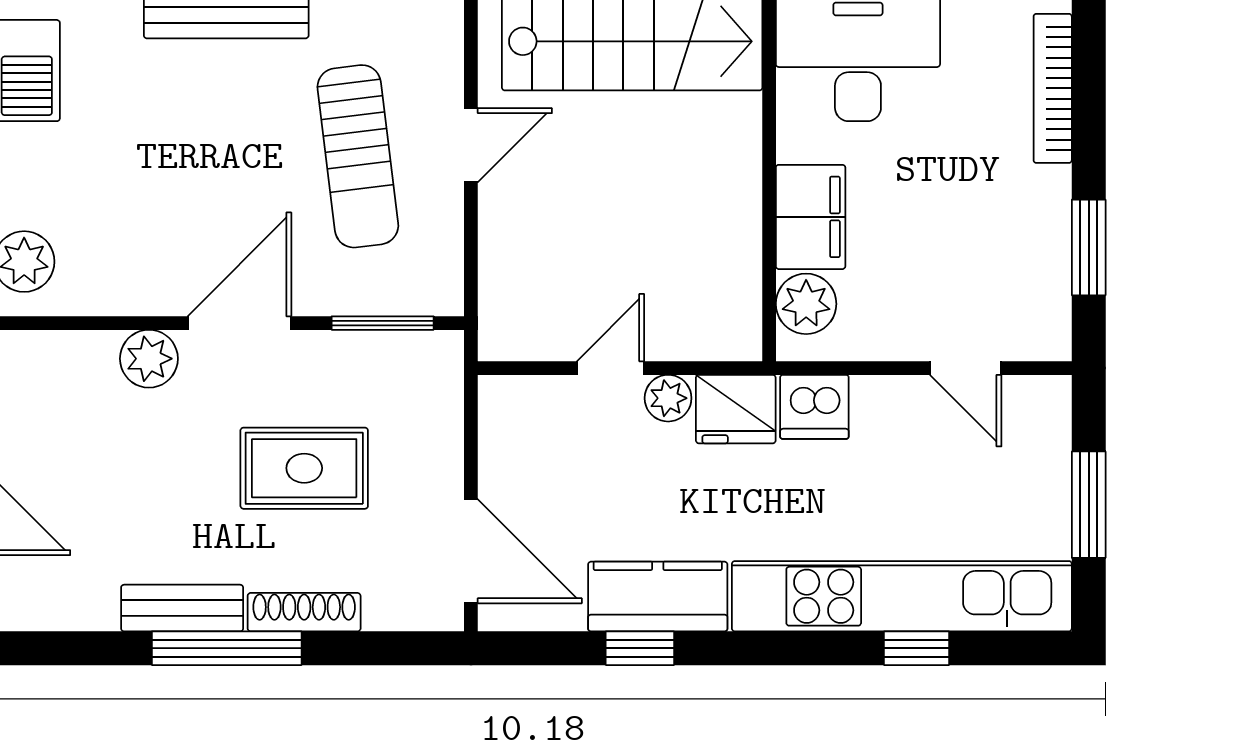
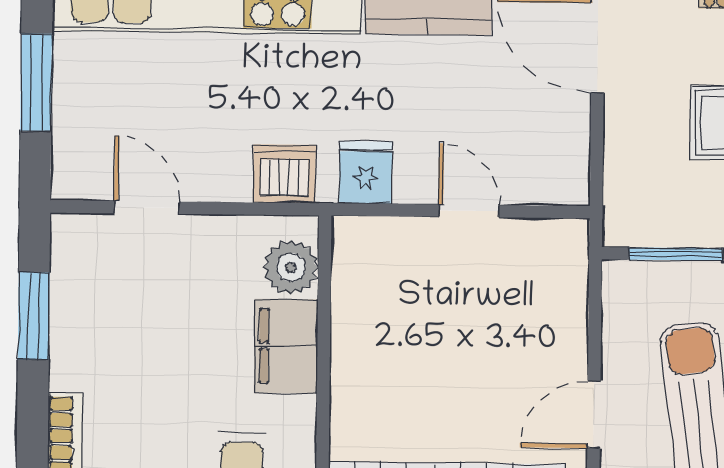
door: (611, 368) -> (469, 211), swing flipped
plant: (668, 398) -> (417, 183), removed
fridge: (736, 409) -> (366, 172), width x0.72

